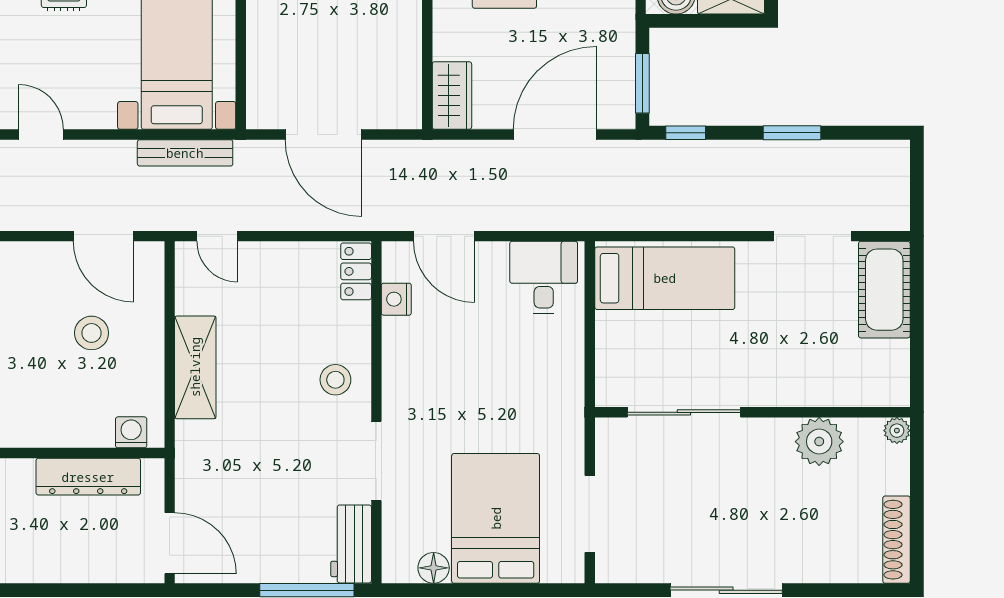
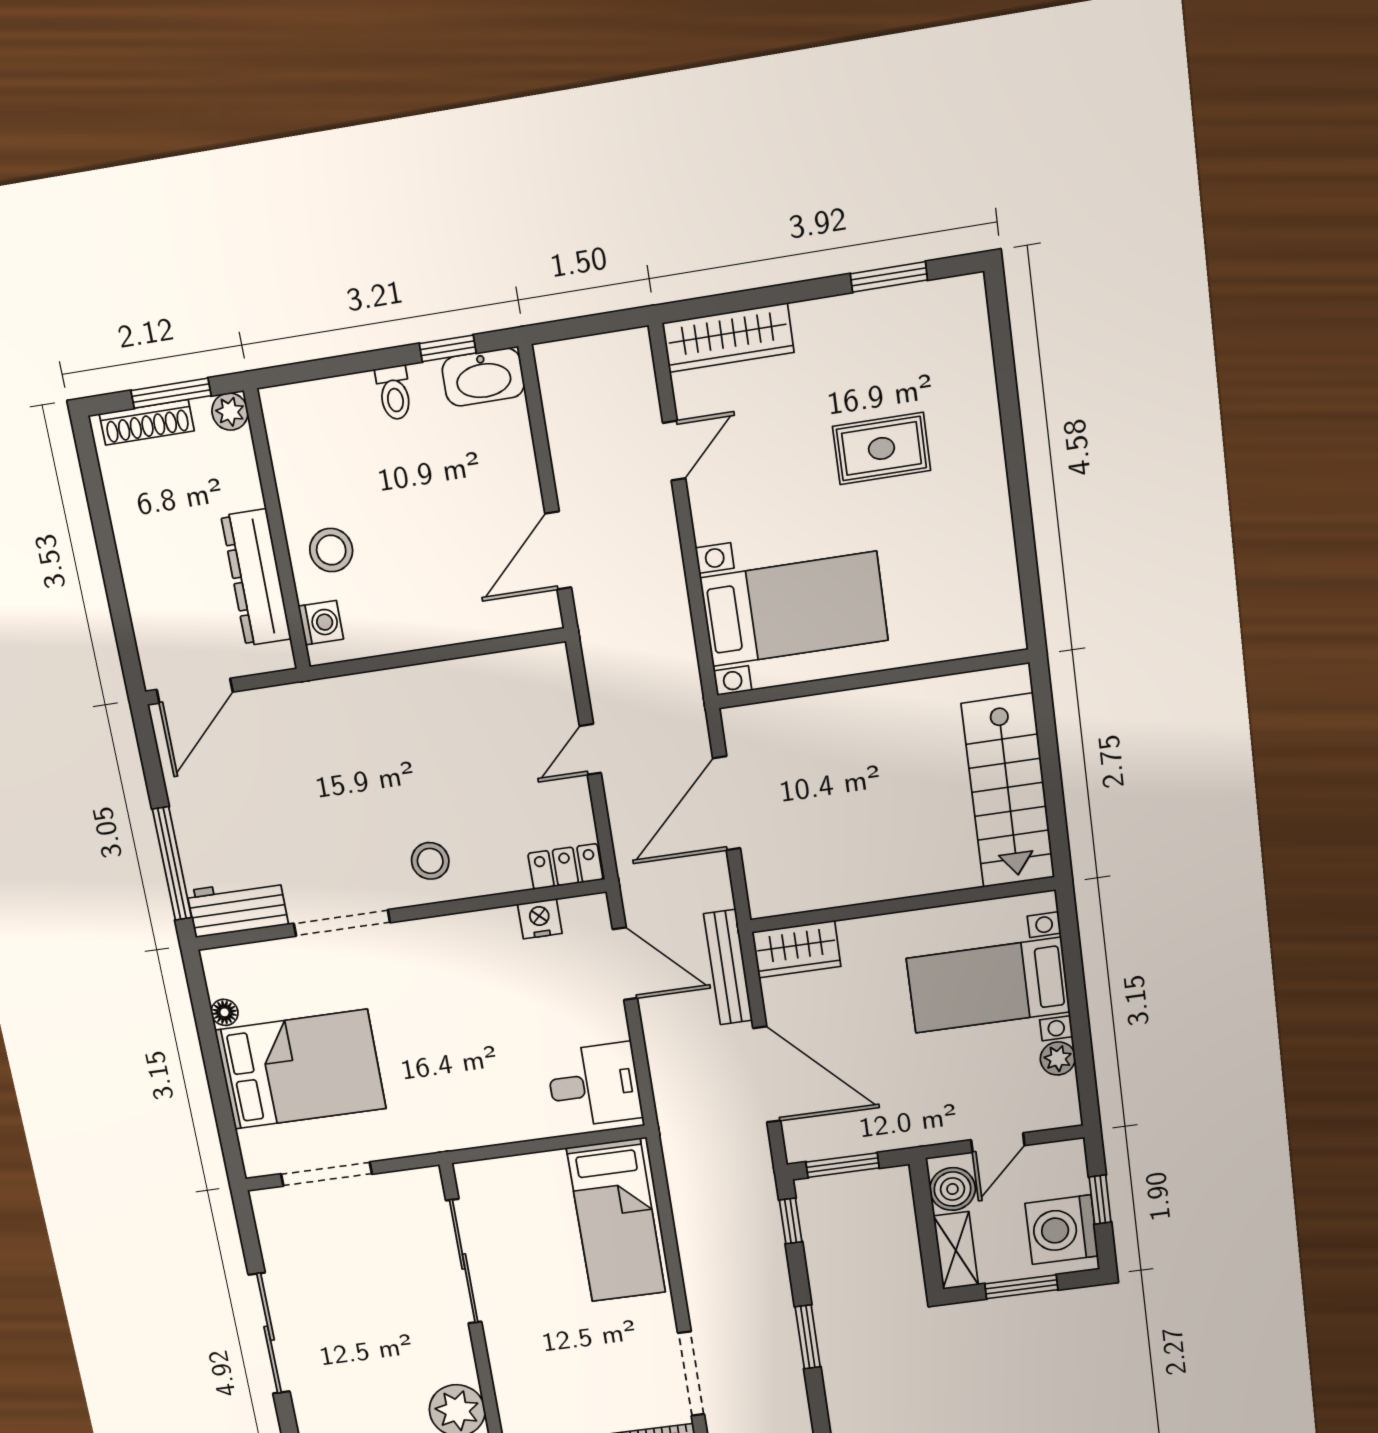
bench: (185, 153) -> (728, 967), moved
door: (217, 236) -> (590, 749), moved
door: (444, 236) -> (625, 964), swing flipped
stool: (92, 333) -> (331, 550), moved
shelving: (195, 367) -> (415, 690), removed
floor lamp: (434, 568) -> (225, 1012), width x0.73, depth x0.73

